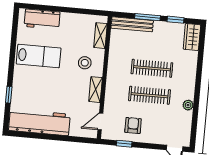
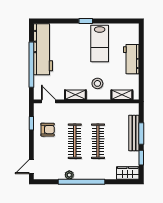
workbench: (42, 19) -> (131, 59), moved
bench: (132, 24) -> (134, 133), moved
window: (197, 92) -> (82, 182), added
window: (9, 95) -> (86, 21), moved
window: (56, 137) -> (31, 65), added

